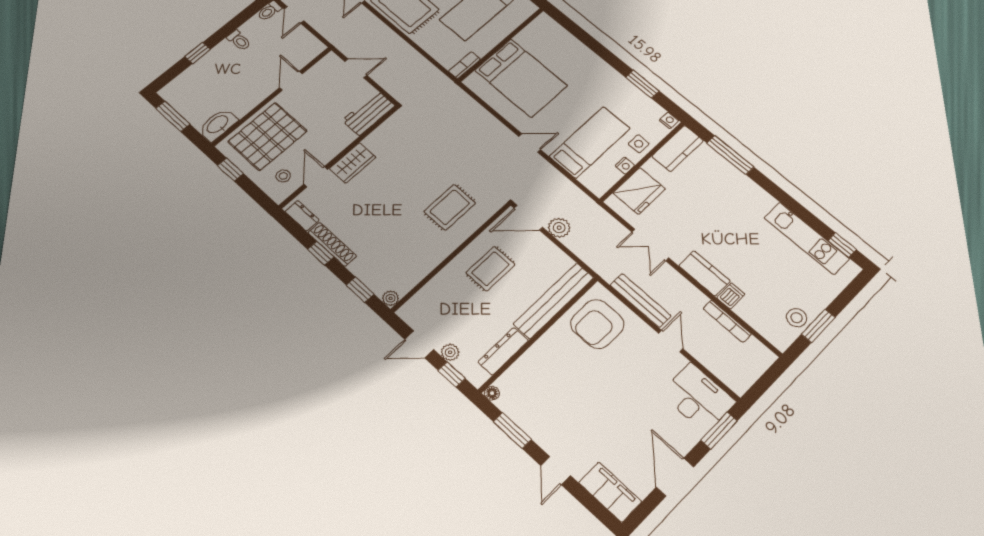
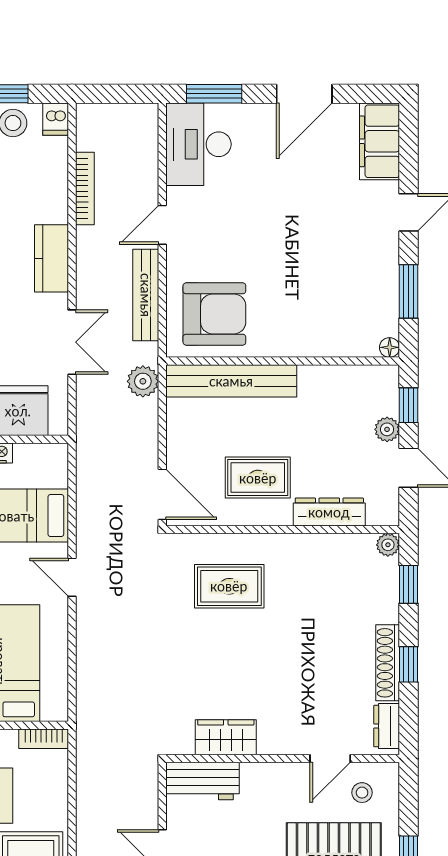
wardrobe: (353, 163) -> (226, 737), moved
plant: (559, 228) -> (143, 381), moved
dishwasher: (731, 296) -> (56, 119), moved, turned -90
dresser: (503, 351) -> (329, 512), moved, turned 180

